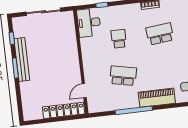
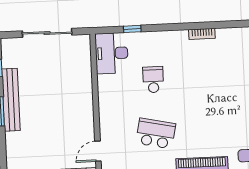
school desk: (160, 34) -> (213, 77), removed

